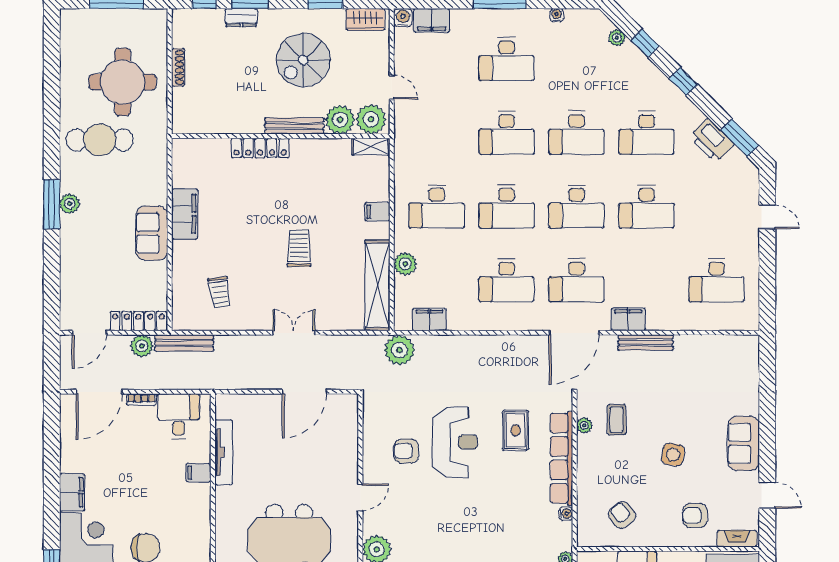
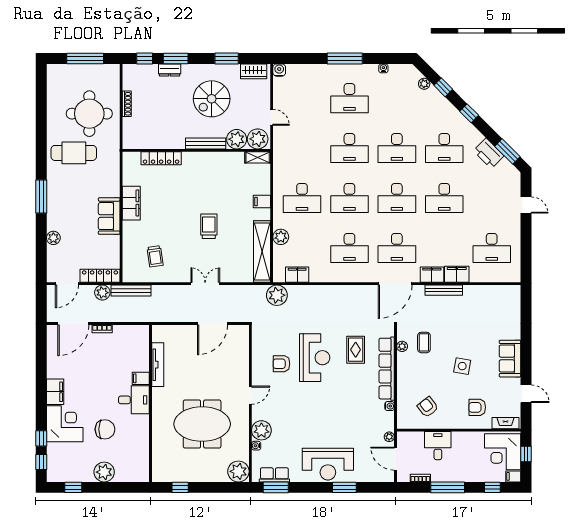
filing cabinet: (432, 20) -> (457, 274), moved, turned 180
locker: (260, 148) -> (161, 158), moved
plant: (70, 204) -> (53, 238), moved
desk: (179, 416) -> (134, 400), moved, turned 90

